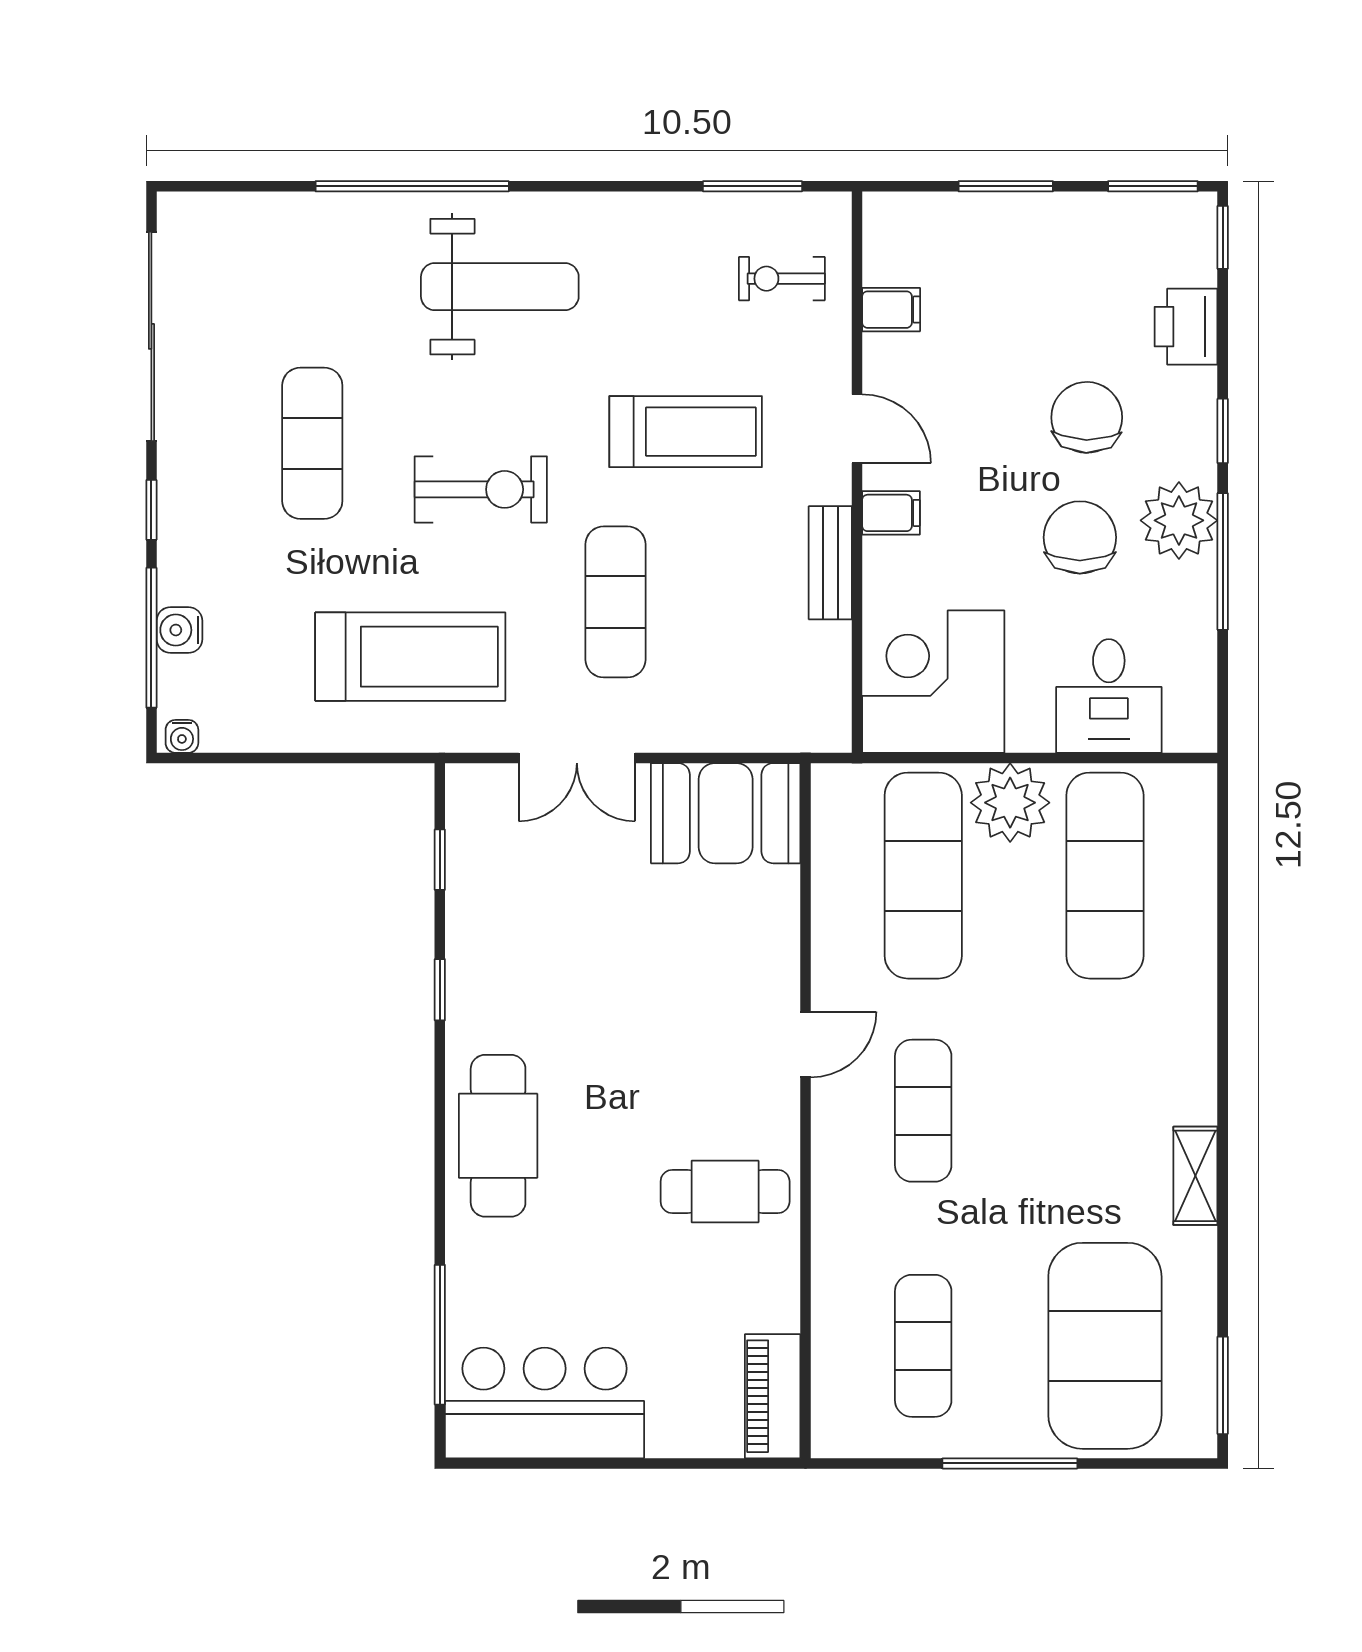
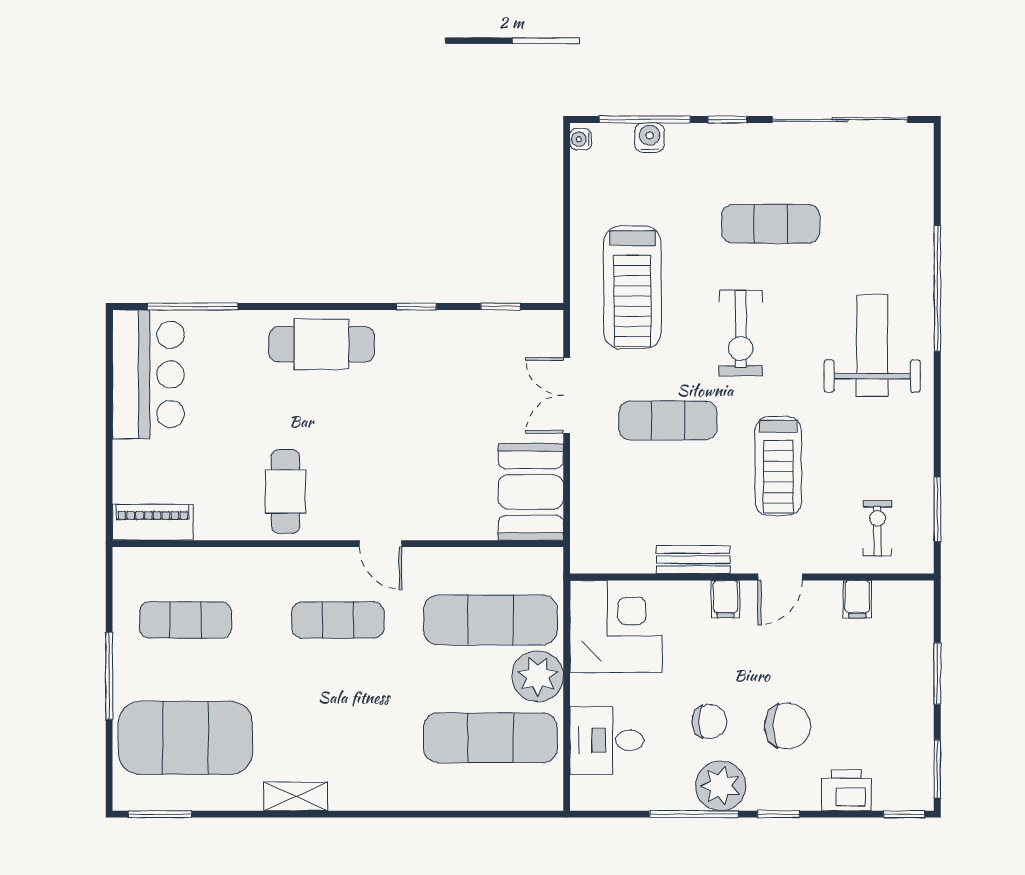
weight bench: (500, 287) -> (872, 345), turned 180
chair: (1080, 537) -> (710, 722), width x0.73, depth x0.73

